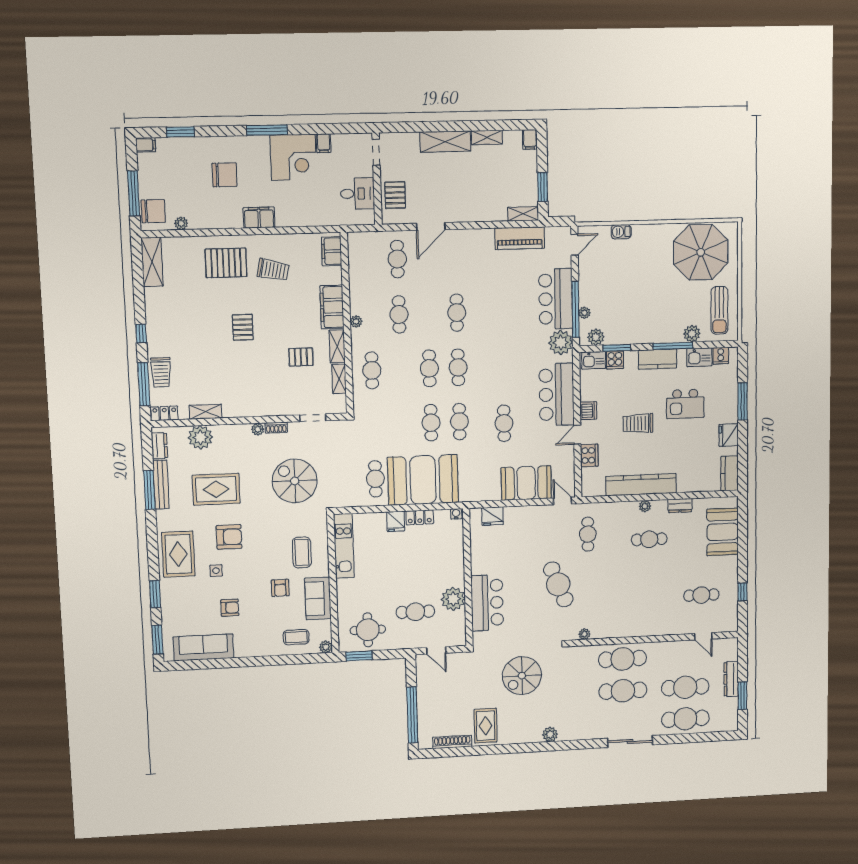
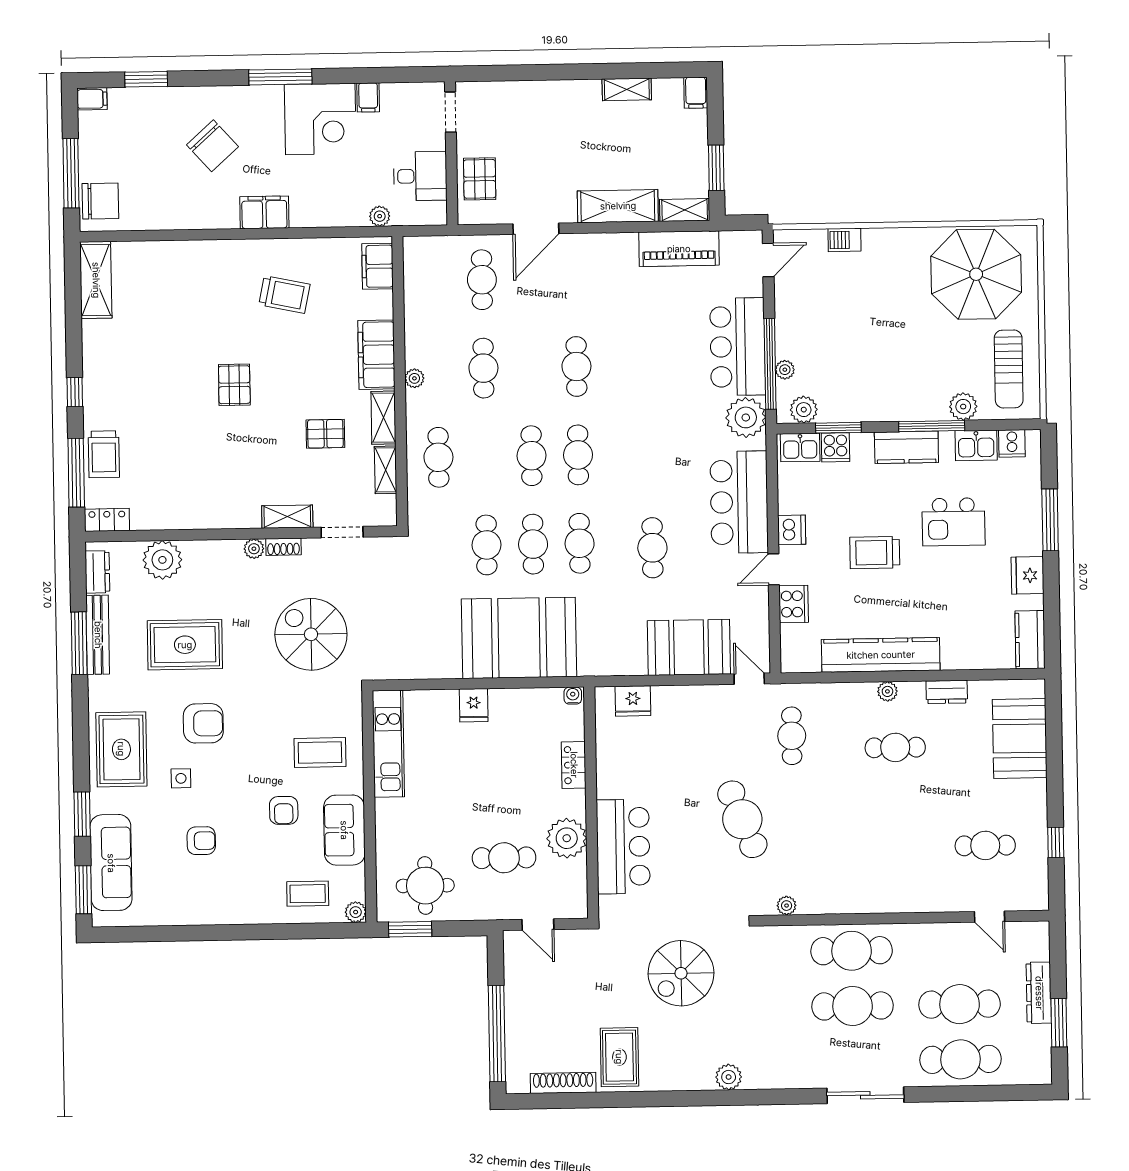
shelving: (445, 142) -> (618, 206), moved
chair: (225, 175) -> (212, 146), turned 48
plant: (181, 223) -> (380, 216), moved
pallet: (226, 263) -> (211, 283), removed
shelving: (206, 412) -> (287, 517), moved
cafe table: (375, 479) -> (487, 545), moved
locker: (420, 517) -> (574, 765), moved, turned 90
coffee table: (302, 552) -> (320, 753), turned 90
sofa: (203, 647) -> (111, 863), moved, turned 90

